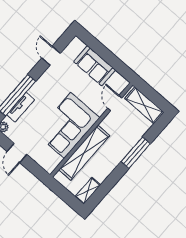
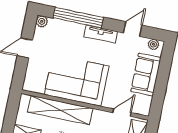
plant: (73, 46) -> (153, 44), added
tv unit: (21, 107) -> (101, 34), moved

